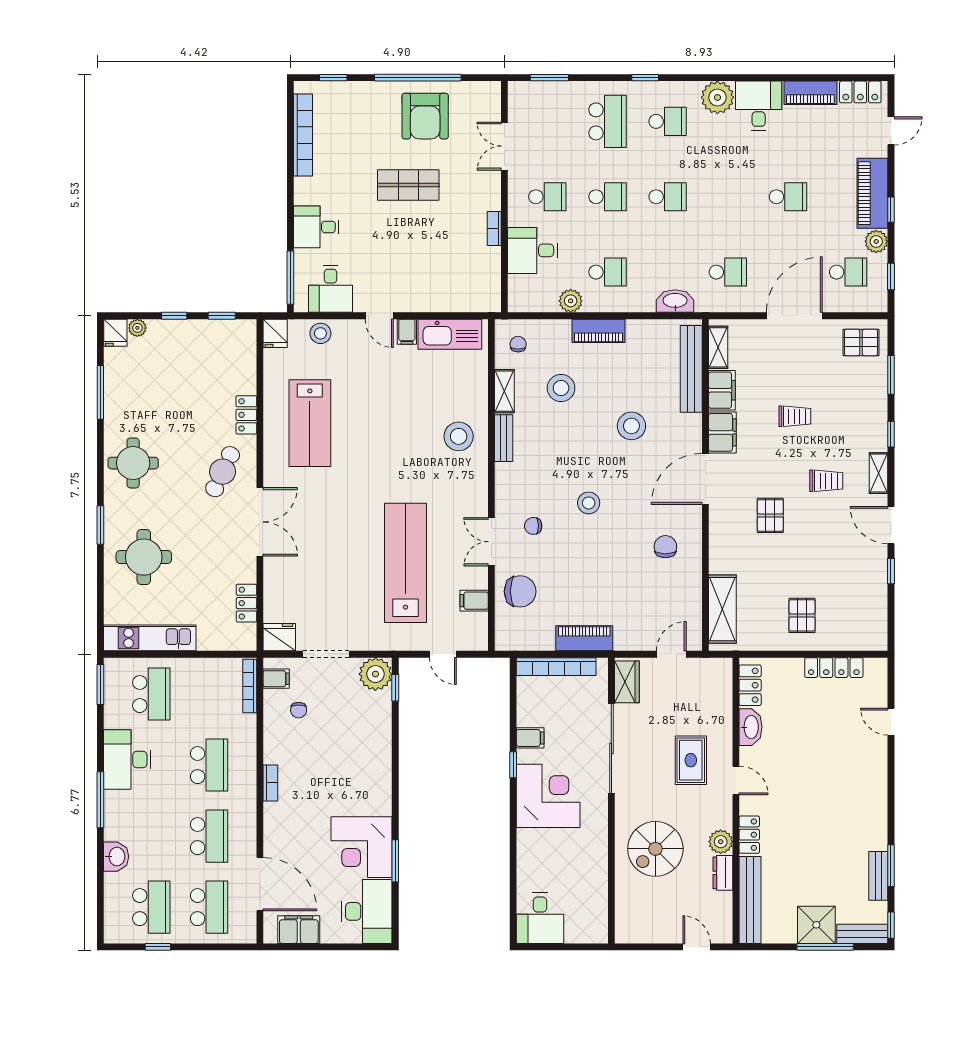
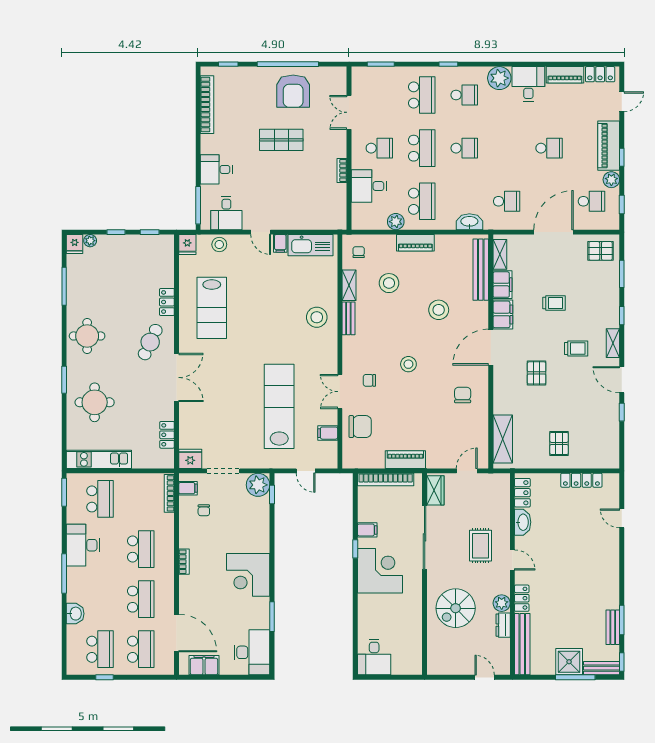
school desk: (607, 197) -> (422, 148), width x1.85
school desk: (607, 272) -> (422, 201), width x1.85
corner desk: (361, 847) -> (248, 575), moved

